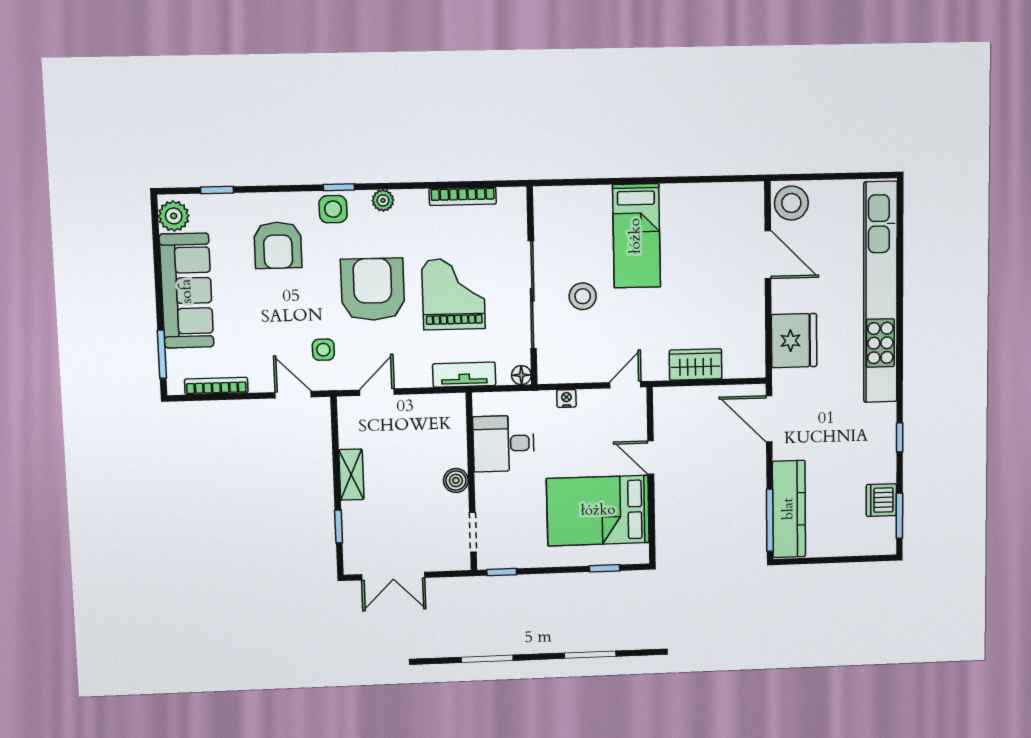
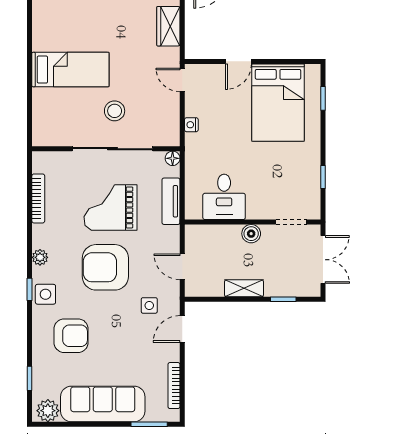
desk: (504, 443) -> (224, 197), moved
boiler: (456, 481) -> (251, 234), moved
wall: (471, 482) -> (253, 222), moved
doorway: (473, 532) -> (291, 222), moved

